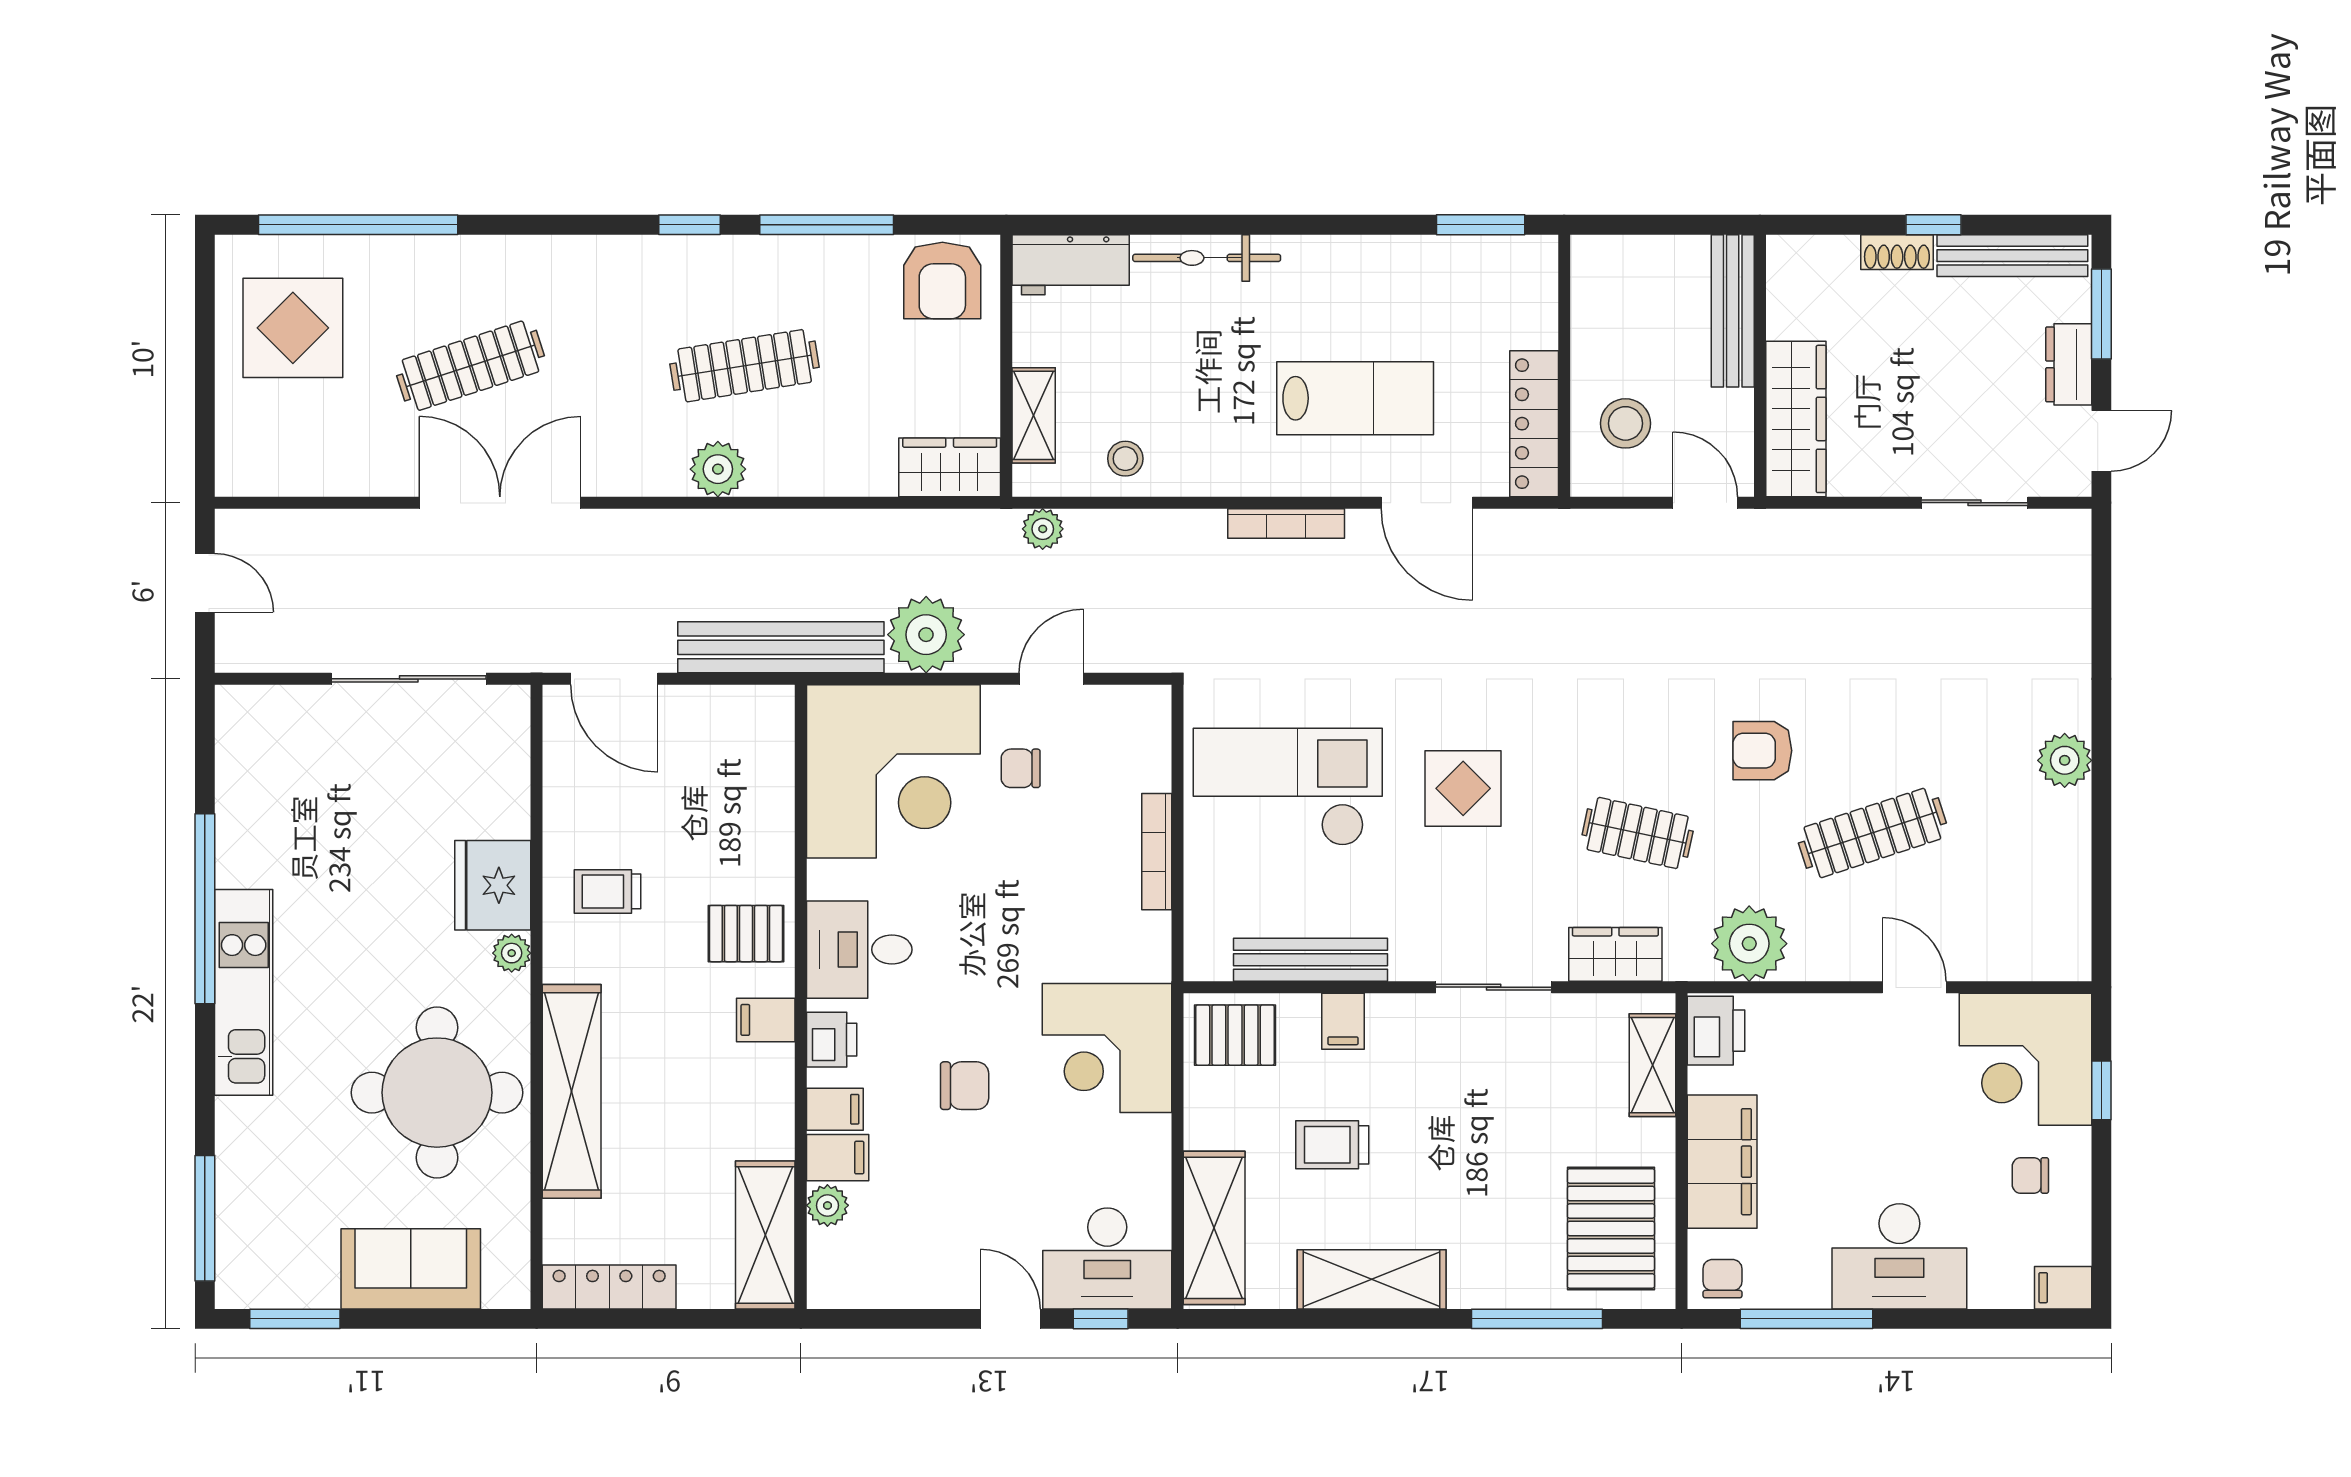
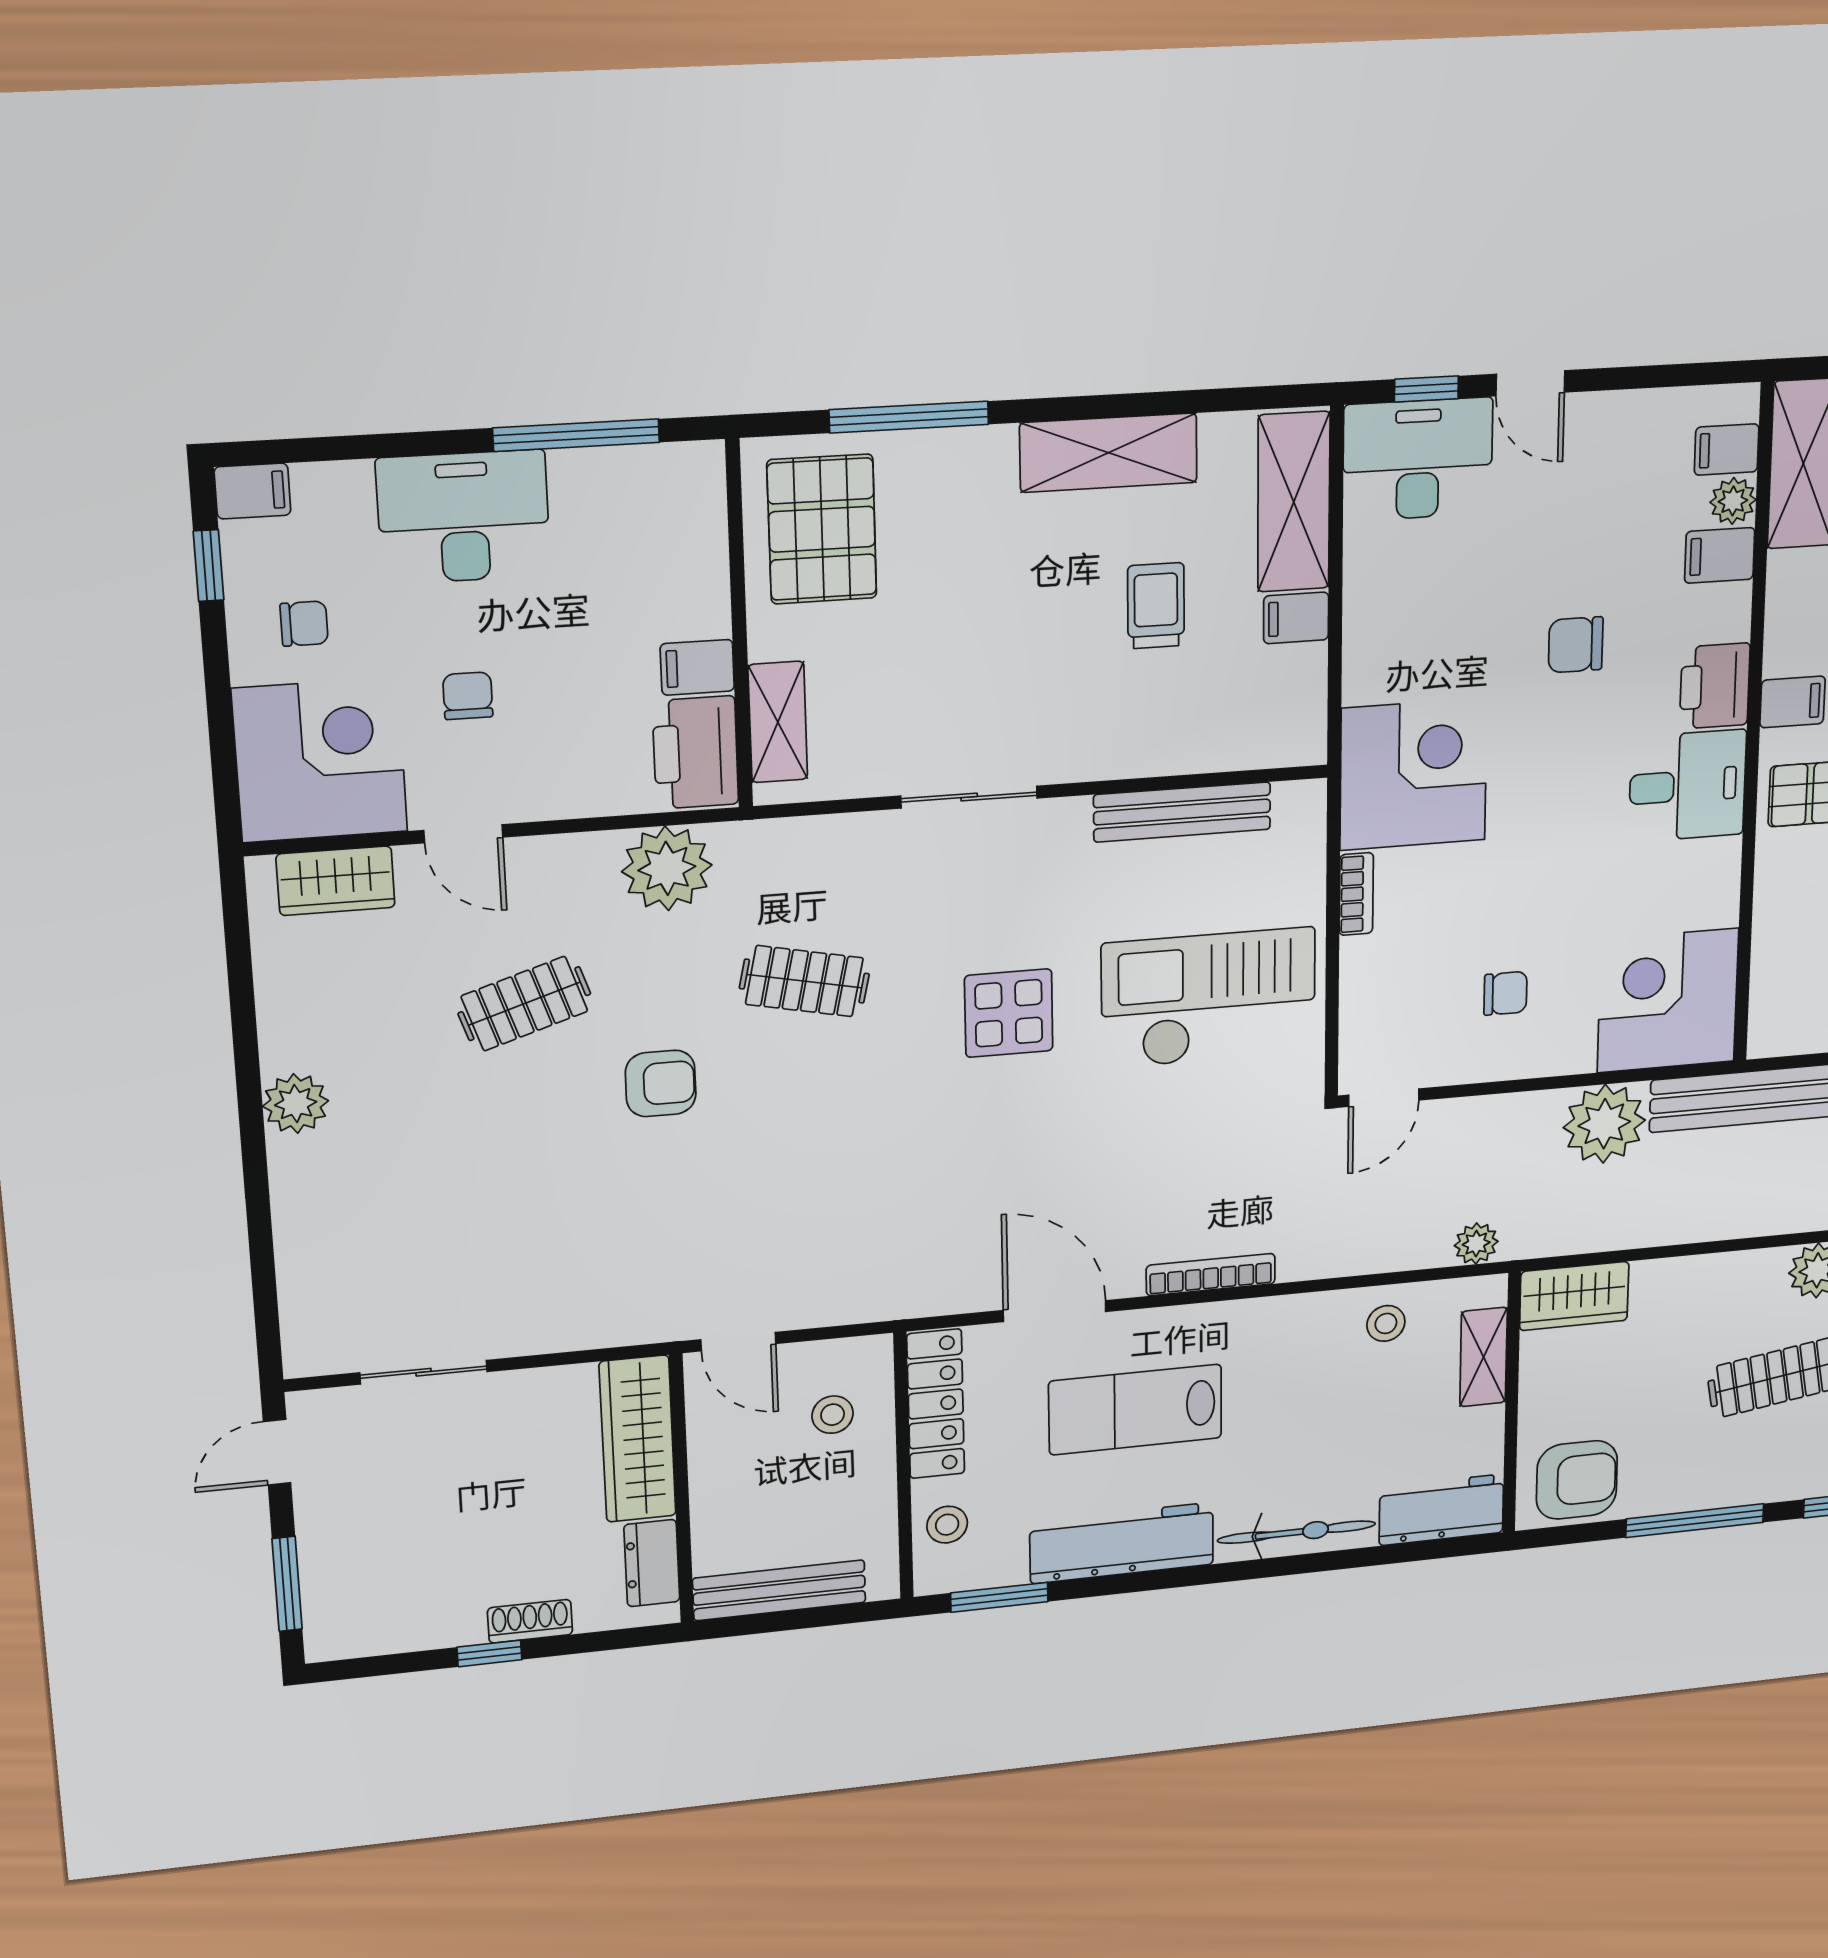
bench: (2012, 256) -> (396, 1632), removed
workbench: (1368, 266) -> (1122, 1543), added
armchair: (942, 280) -> (1577, 1480), turned 90
stool: (1526, 303) -> (947, 1525), added
bench: (1733, 311) -> (779, 1590), moved, turned 90
dresser: (2069, 364) -> (652, 1563), moved, turned 180
stool: (1625, 423) -> (833, 1415), width x0.73, depth x0.73
door: (1051, 679) -> (1384, 1098), moved
corner desk: (893, 771) -> (1668, 1000), width x0.74, depth x0.74
checkout: (1288, 787) -> (1209, 998), turned 180
clothes rail: (1872, 833) -> (524, 1004), width x0.73
bookcase: (1157, 852) -> (1356, 894), width x0.64
wardrobe: (1615, 954) -> (336, 881), moved
filing cabinet: (1343, 1021) -> (1296, 618), moved, turned -90
printer: (1716, 1031) -> (695, 752), width x1.37, depth x1.19
pallet: (1235, 1035) -> (1269, 722), removed
printer: (832, 1040) -> (1715, 686), width x1.36, depth x1.24
corner desk: (1107, 1048) -> (1413, 774), moved
window: (2101, 1090) -> (209, 566), moved
filing cabinet: (835, 1109) -> (1727, 450), moved
trolley: (1332, 1145) -> (1156, 606), turned -90
filing cabinet: (1722, 1162) -> (697, 667), width x0.33, depth x0.86
chair: (1722, 1279) -> (468, 696), moved, turned 180

